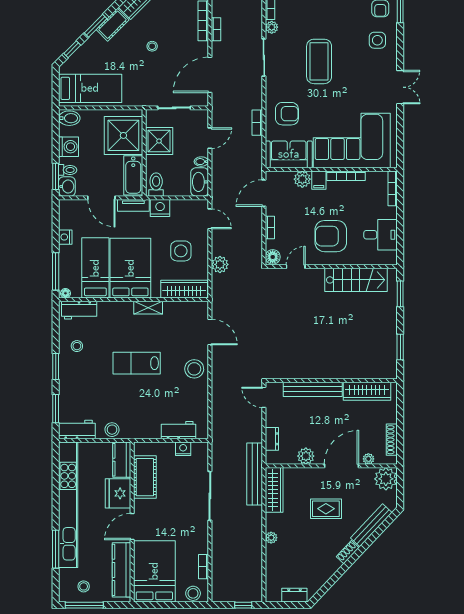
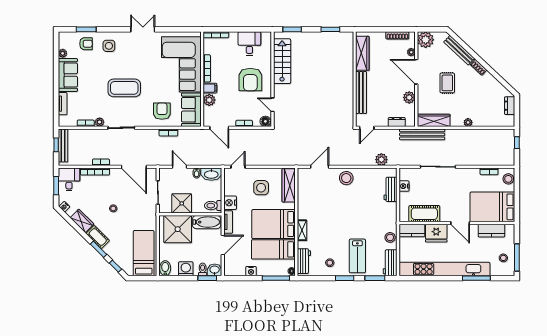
plant: (220, 264) -> (381, 160), moved
shelving: (148, 308) -> (302, 230), moved
lab bench: (137, 363) -> (357, 256), moved
kitchen counter: (121, 570) -> (491, 231), width x0.67

